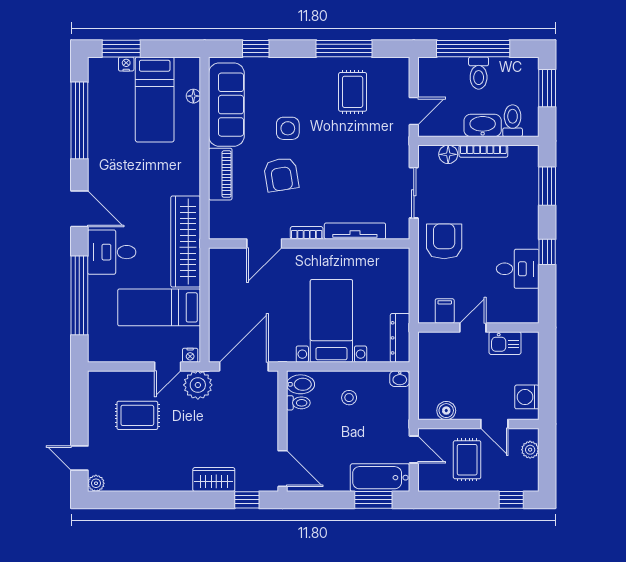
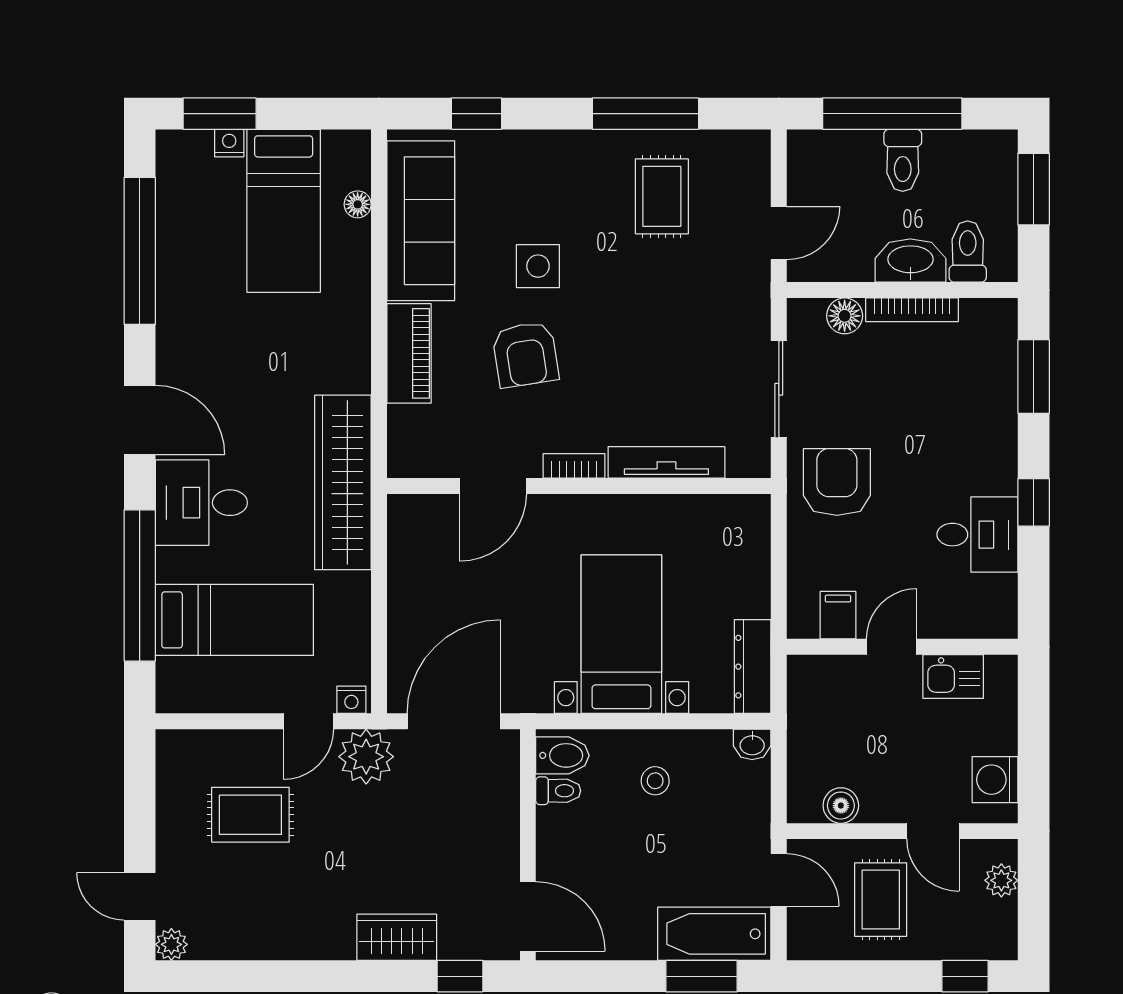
bed: (159, 307) -> (234, 620), moved, turned 180

